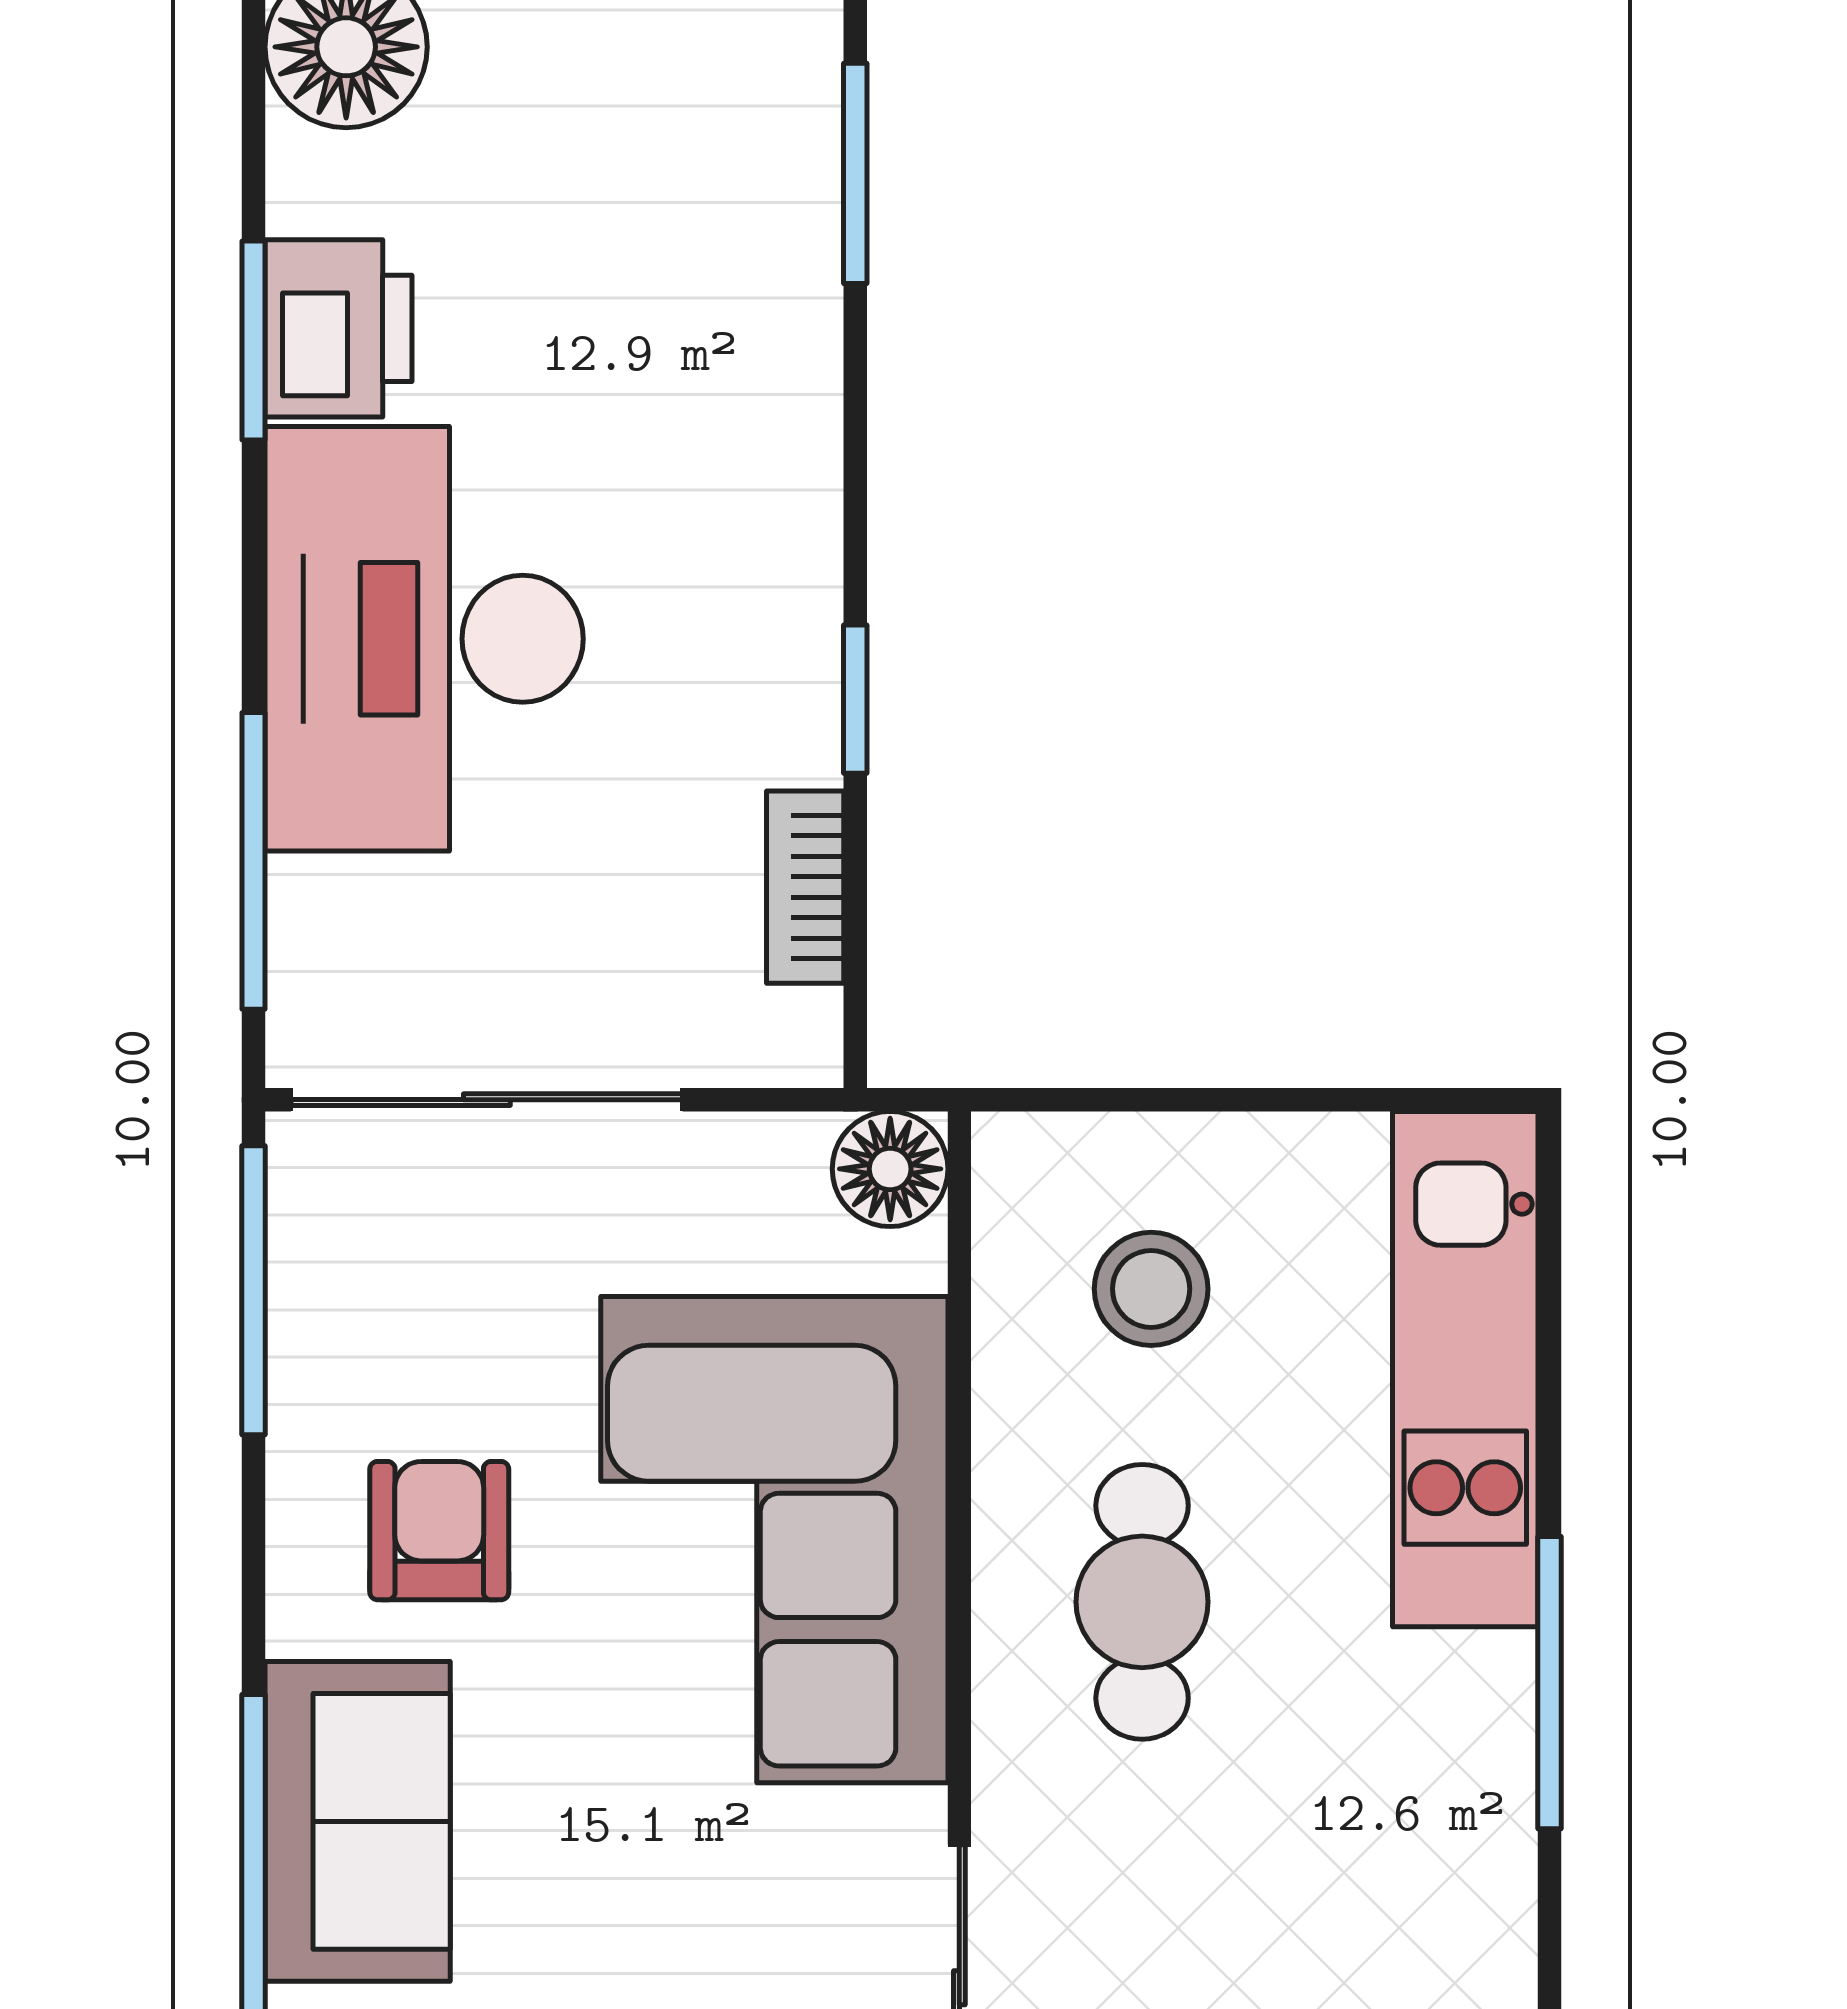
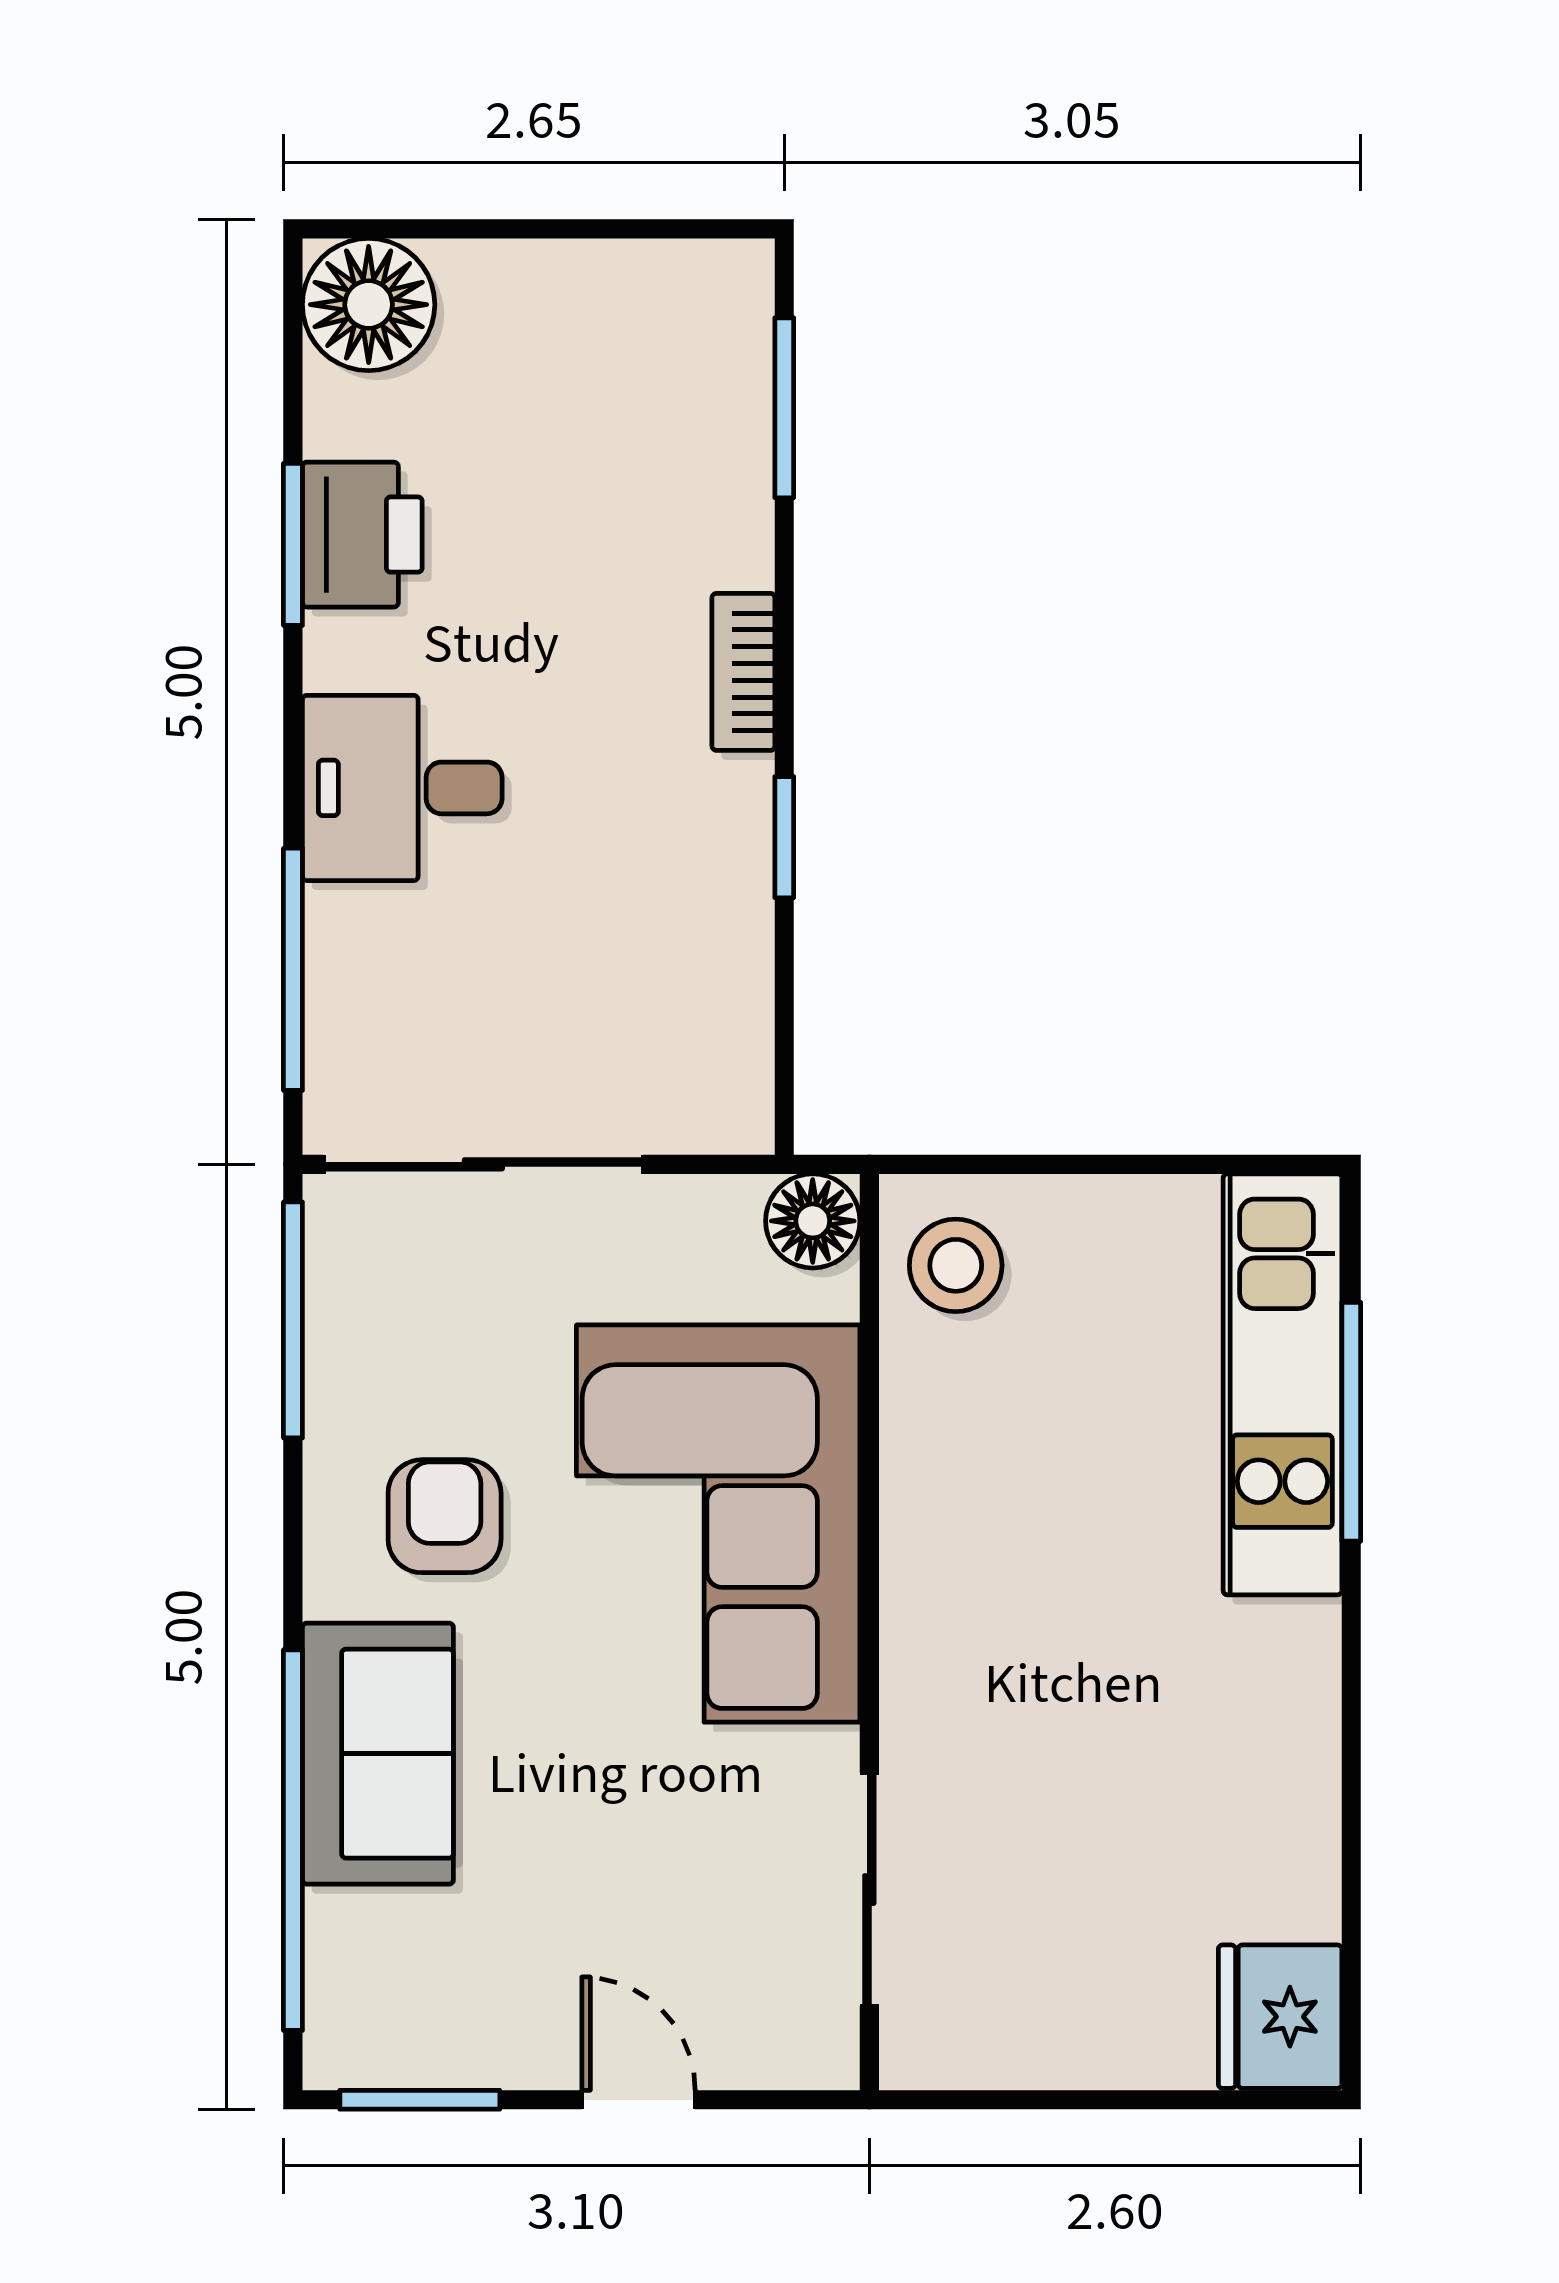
desk: (424, 639) -> (402, 788), width x0.53, depth x0.77
bookcase: (805, 887) -> (743, 672), moved
stool: (1151, 1289) -> (956, 1265), moved
cafe table: (1142, 1602) -> (1019, 1574), removed
window: (1549, 1683) -> (1351, 1422), moved

